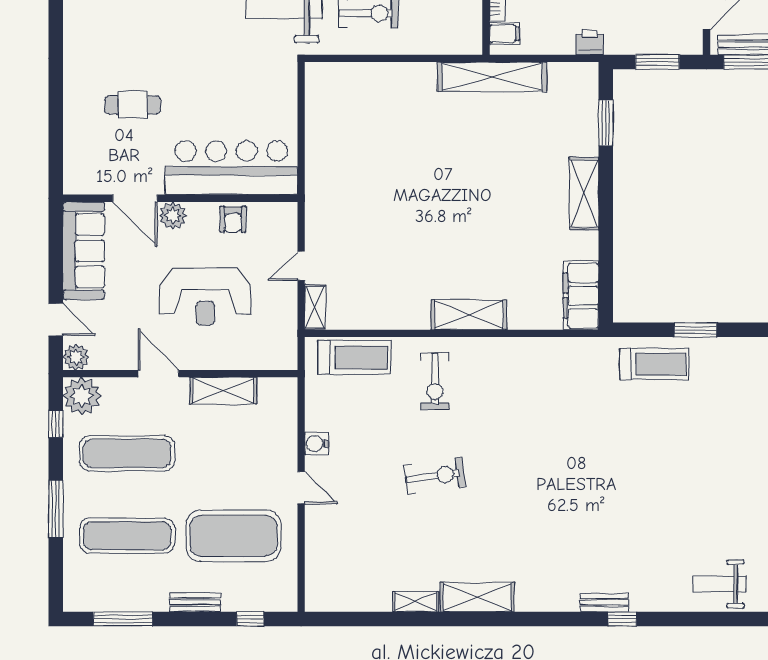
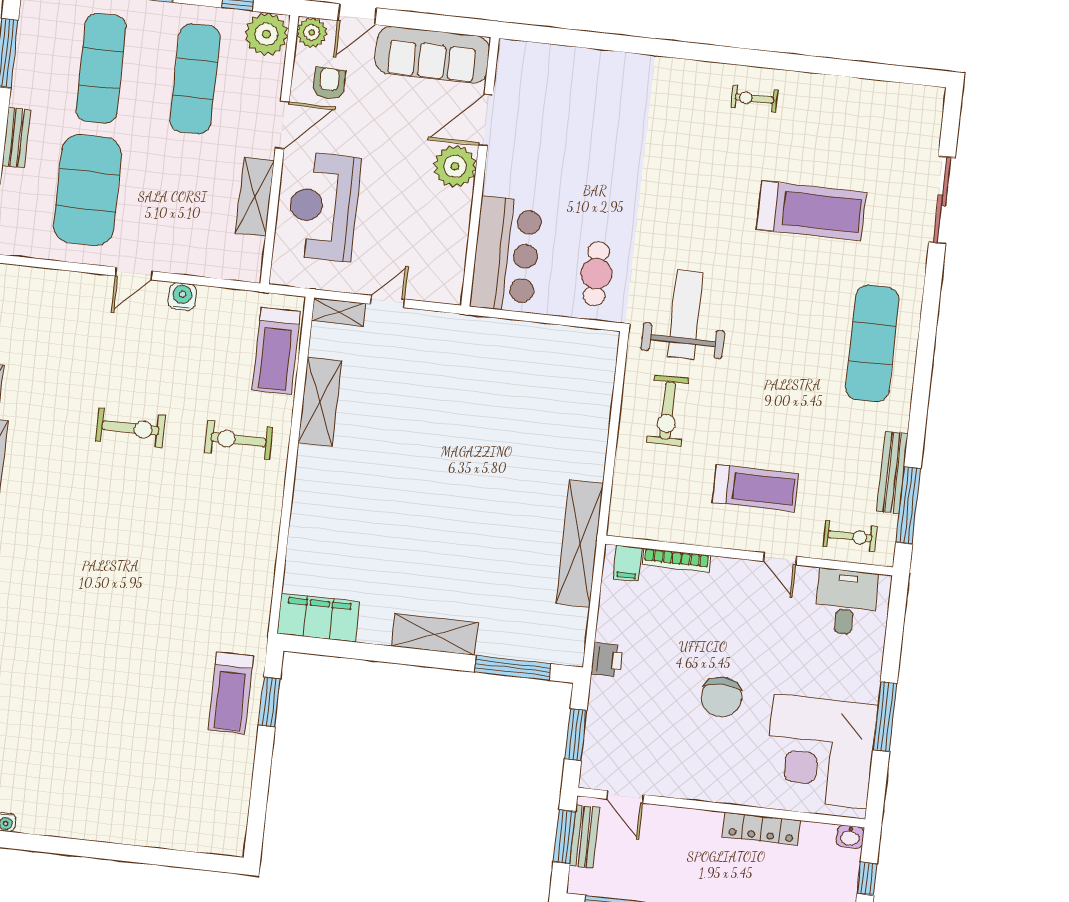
cafe table: (133, 105) -> (596, 274), moved
window: (606, 123) -> (513, 668), width x1.44
bar counter: (231, 168) -> (506, 254), width x0.73
plant: (173, 216) -> (455, 166), width x1.36, depth x1.36
armchair: (233, 219) -> (329, 84), moved, turned 90
door: (301, 266) -> (388, 302), hinge flipped
reception desk: (205, 297) -> (323, 207), moved
shelving: (469, 315) -> (320, 401), moved
window: (695, 330) -> (269, 702), moved
exercise bike: (435, 476) -> (130, 428), turned -82

